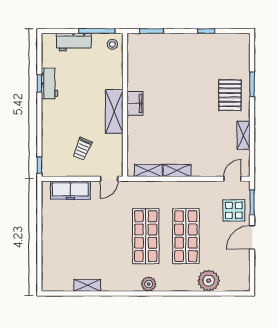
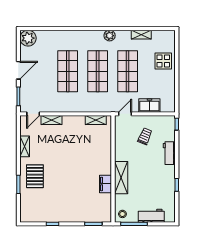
workbench: (49, 83) -> (169, 153), moved
filing cabinet: (135, 103) -> (106, 184), moved
shelving: (114, 112) -> (121, 178), moved
shelving: (177, 171) -> (52, 120), moved
freezer: (70, 190) -> (149, 105), width x0.71
display table: (234, 210) -> (163, 61), moved
shop shelf: (106, 236) -> (128, 71), added
plant: (209, 281) -> (28, 38), moved
plant: (149, 284) -> (110, 36), moved

